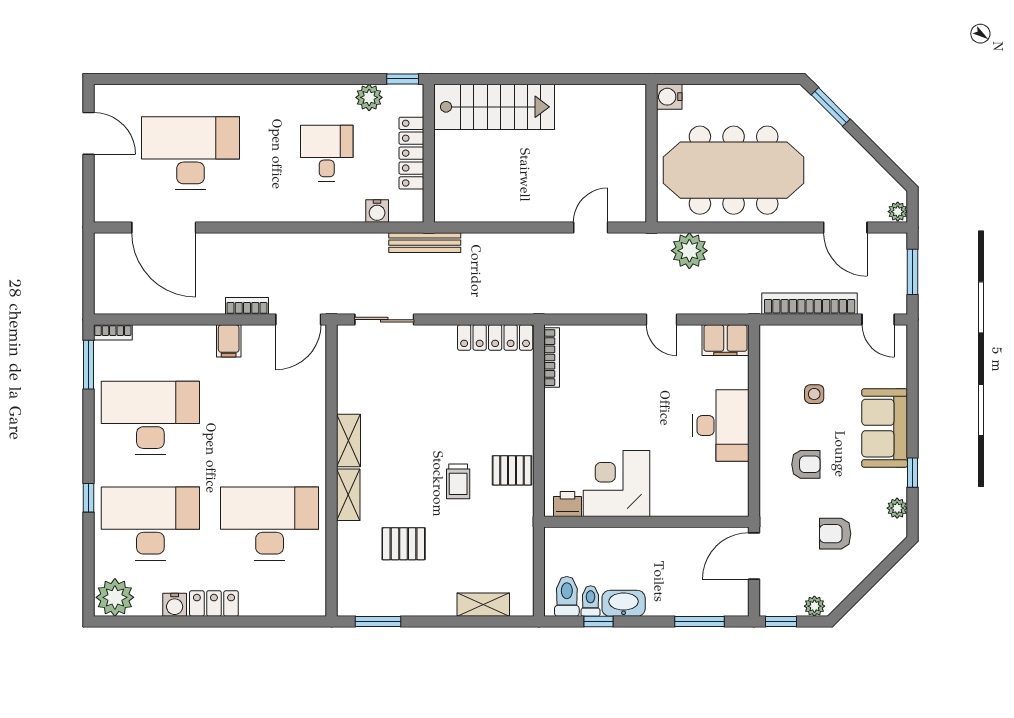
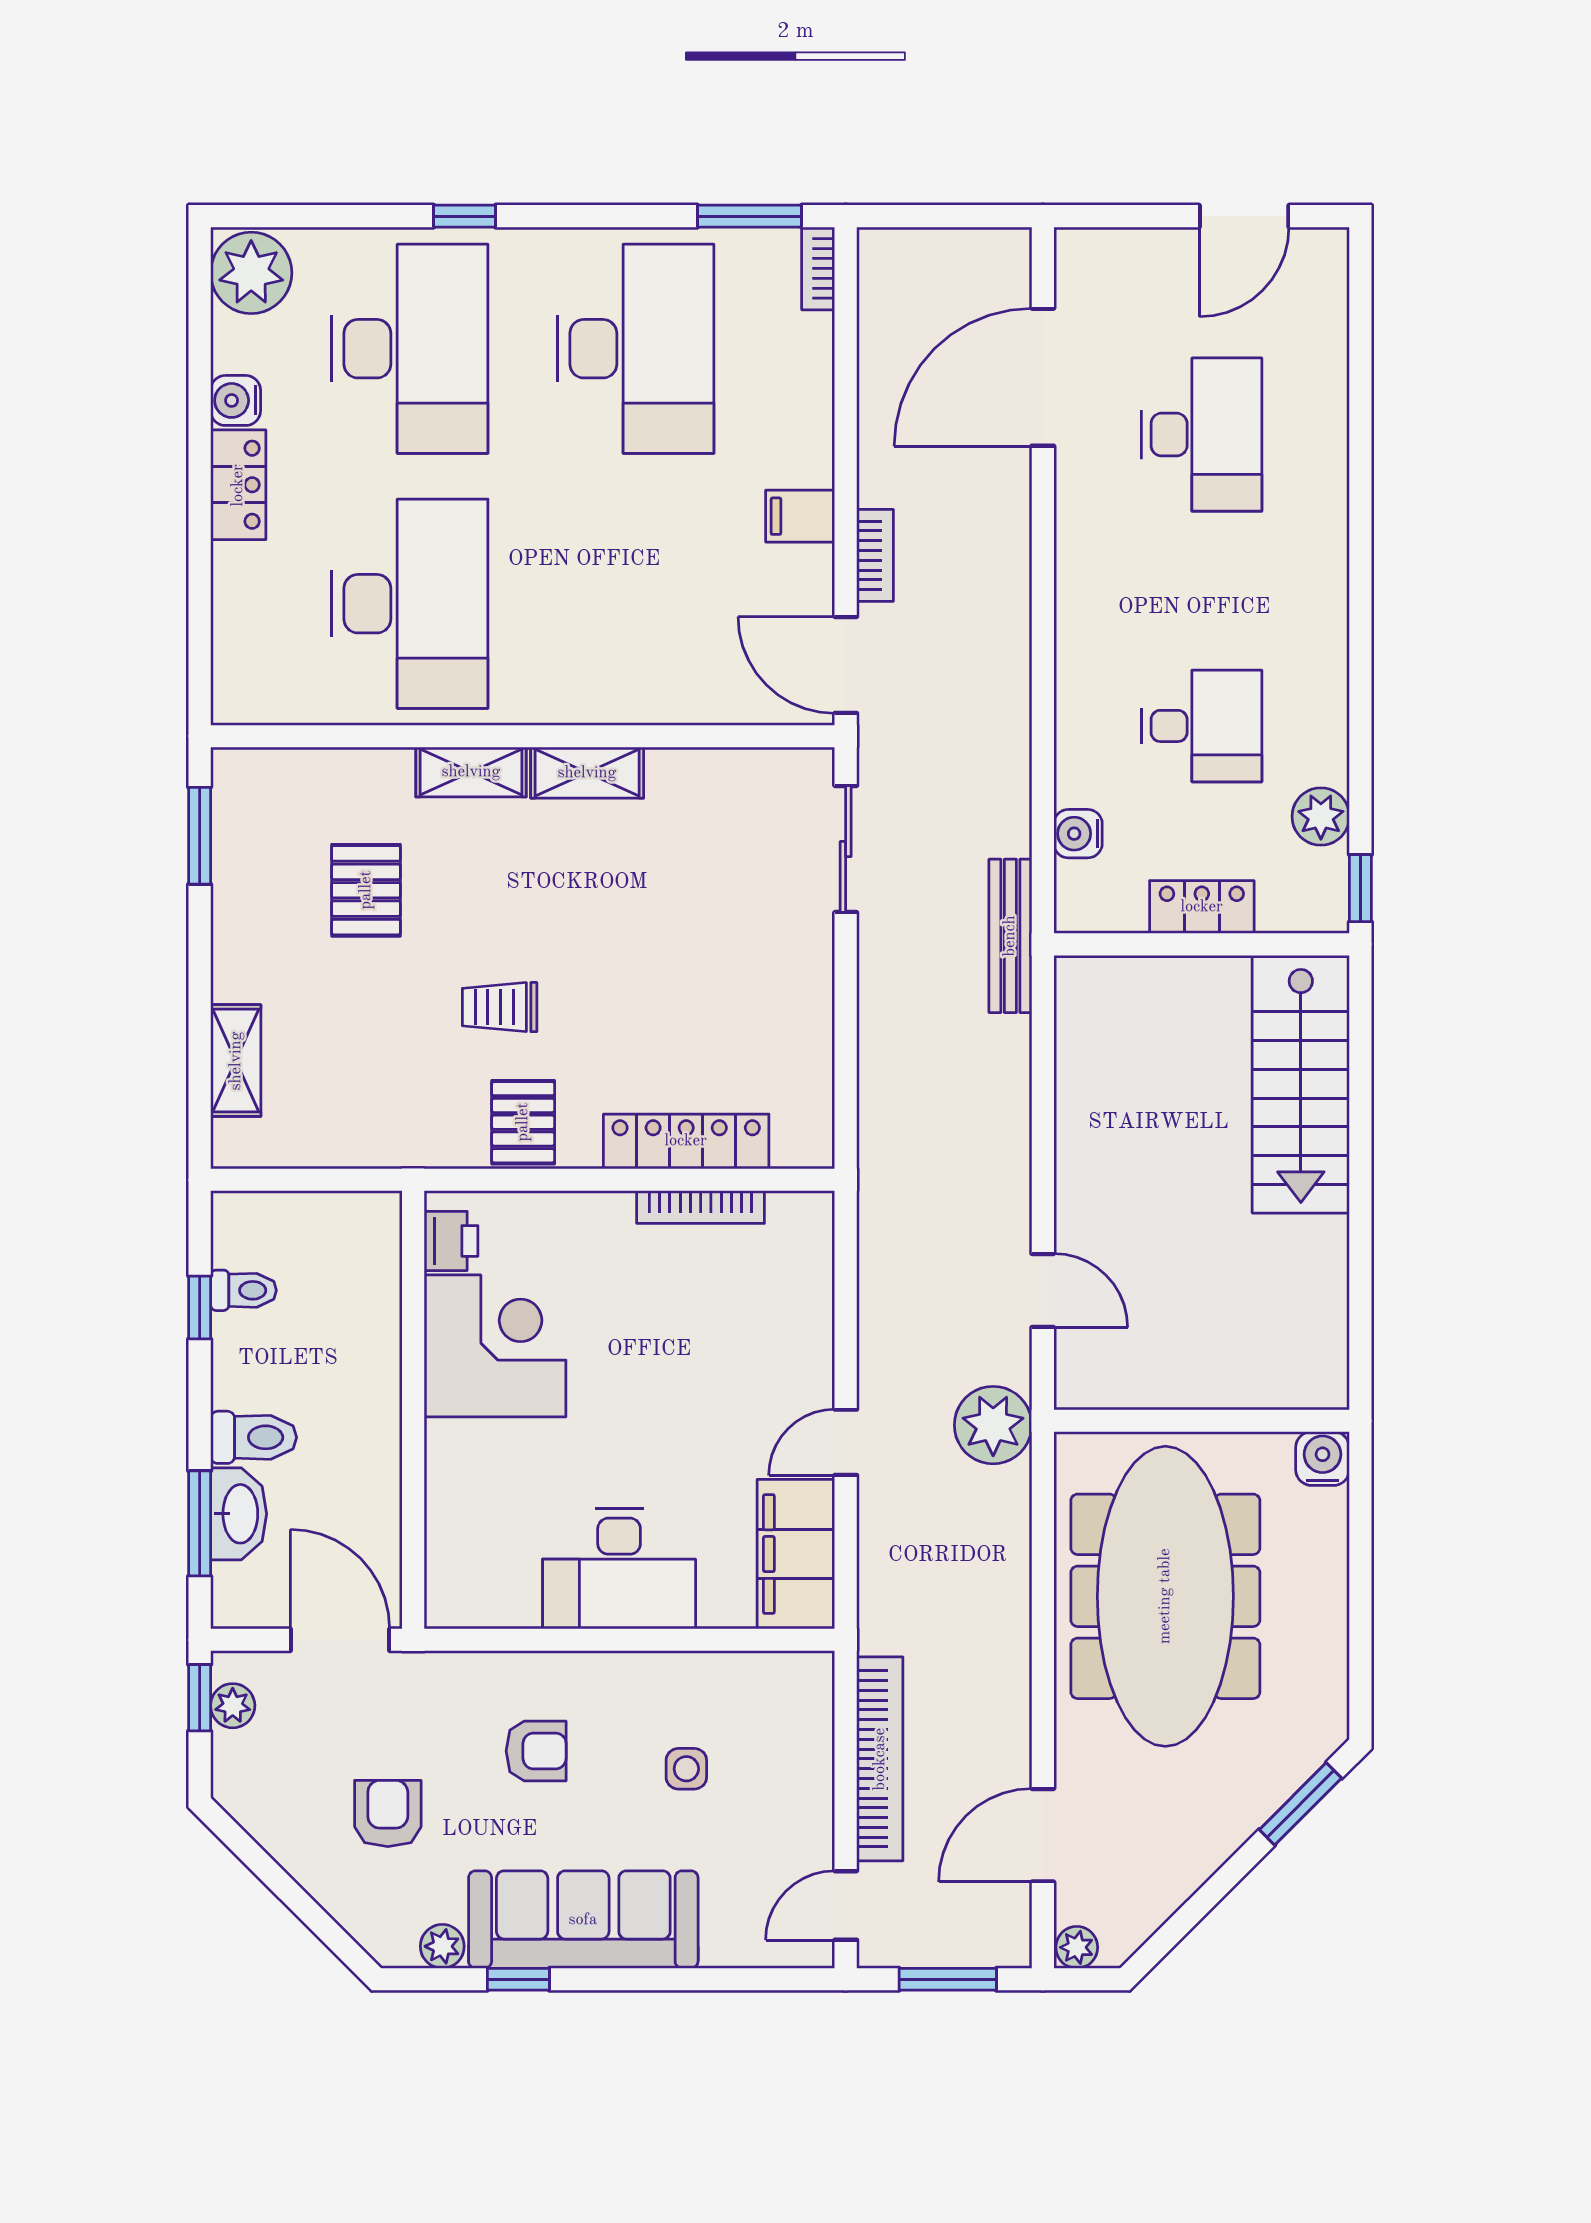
desk: (191, 153) -> (1202, 435), width x0.73, depth x0.77
locker: (411, 153) -> (1202, 907), width x0.66
plant: (689, 251) -> (993, 1425), moved
locker: (495, 337) -> (686, 1141), moved, turned 90
filing cabinet: (725, 340) -> (796, 1554), width x1.50, depth x1.17
bookcase: (552, 358) -> (701, 1207), moved
sofa: (885, 428) -> (583, 1920), width x1.36
armchair: (806, 464) -> (536, 1751), turned -90
toilet: (567, 596) -> (254, 1437), moved
washbasin: (624, 603) -> (239, 1514), moved
plant: (814, 606) -> (233, 1706), moved

